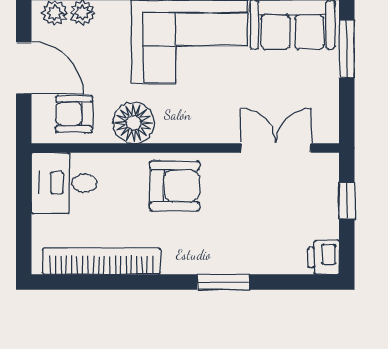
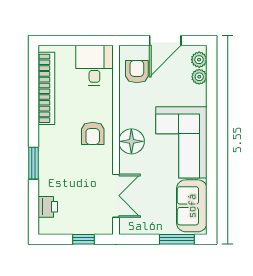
floor lamp: (134, 123) -> (131, 141), moved
armchair: (175, 186) -> (93, 133), width x0.72, depth x0.72
printer: (324, 257) -> (48, 207), moved, turned 90

